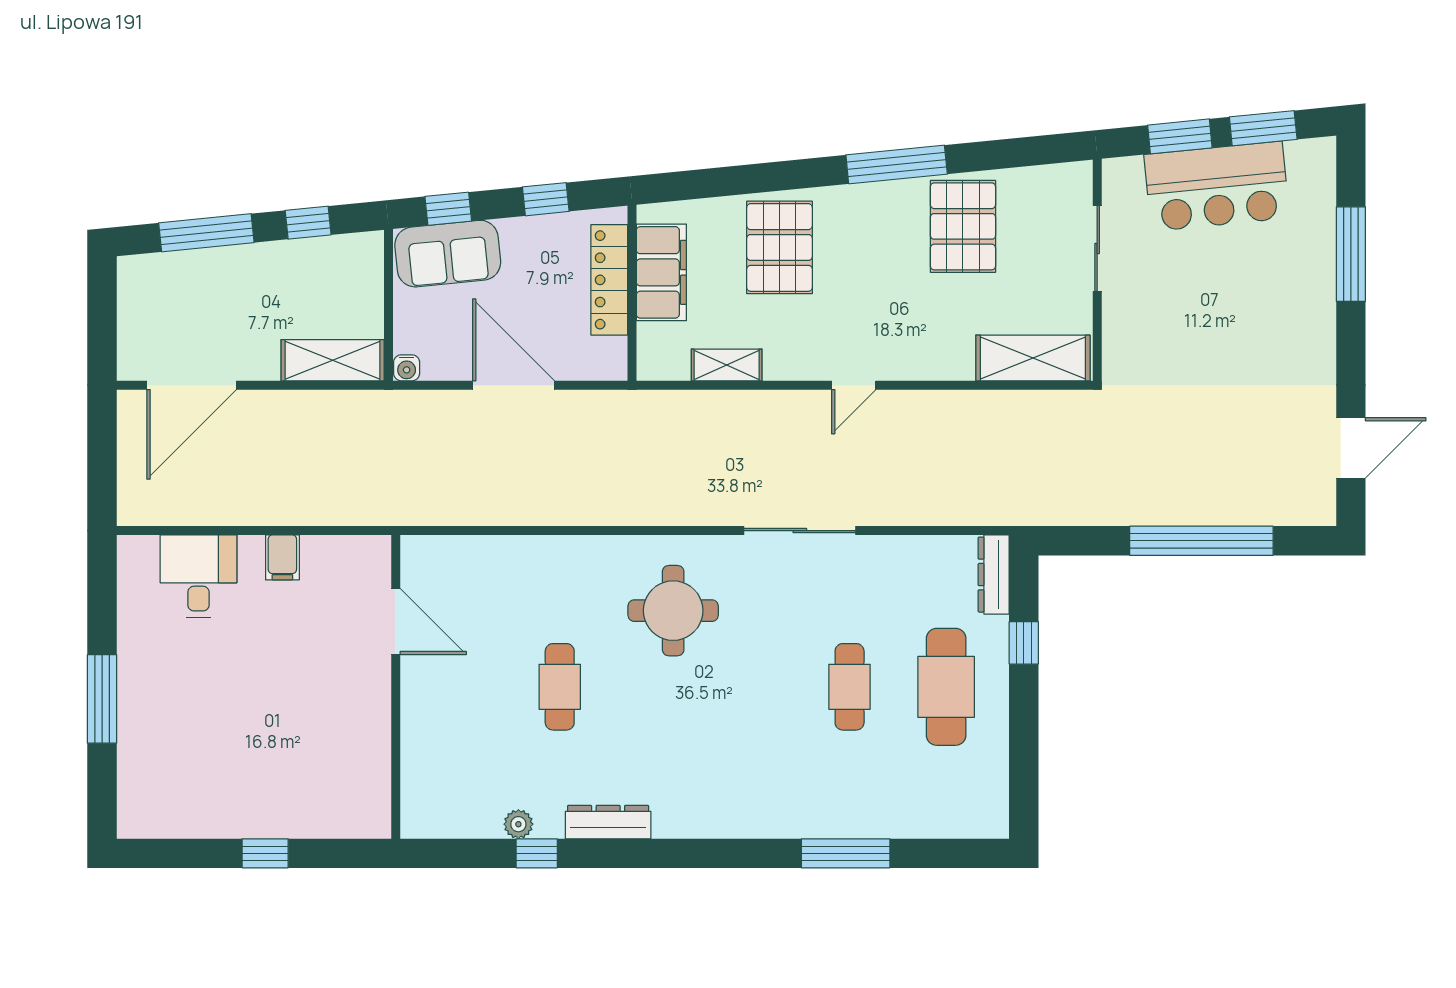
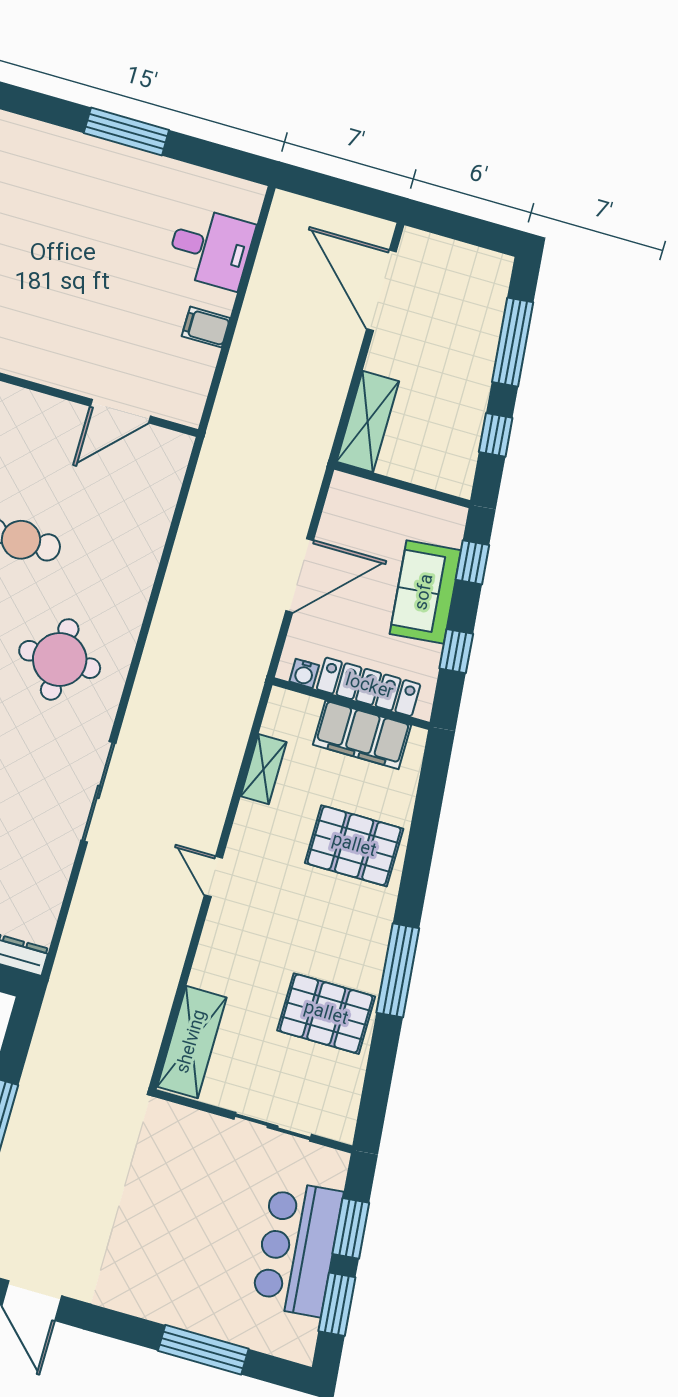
sofa: (448, 254) -> (425, 592), moved
water cooler: (407, 368) -> (304, 673), moved, turned -90

